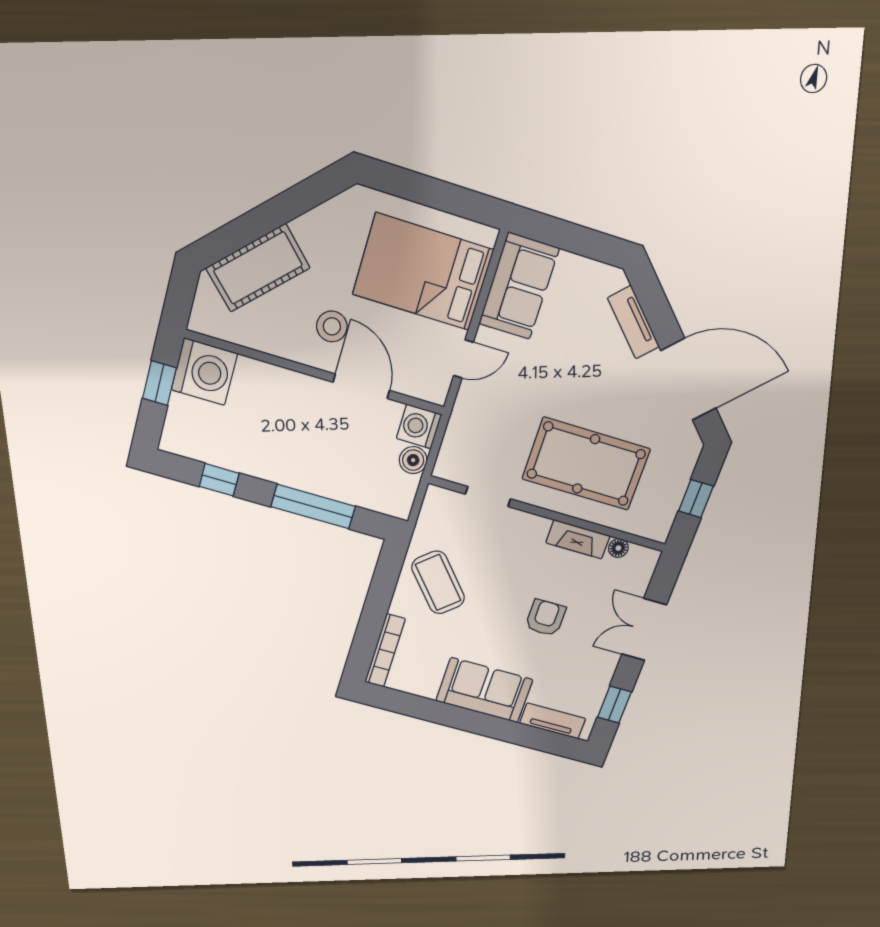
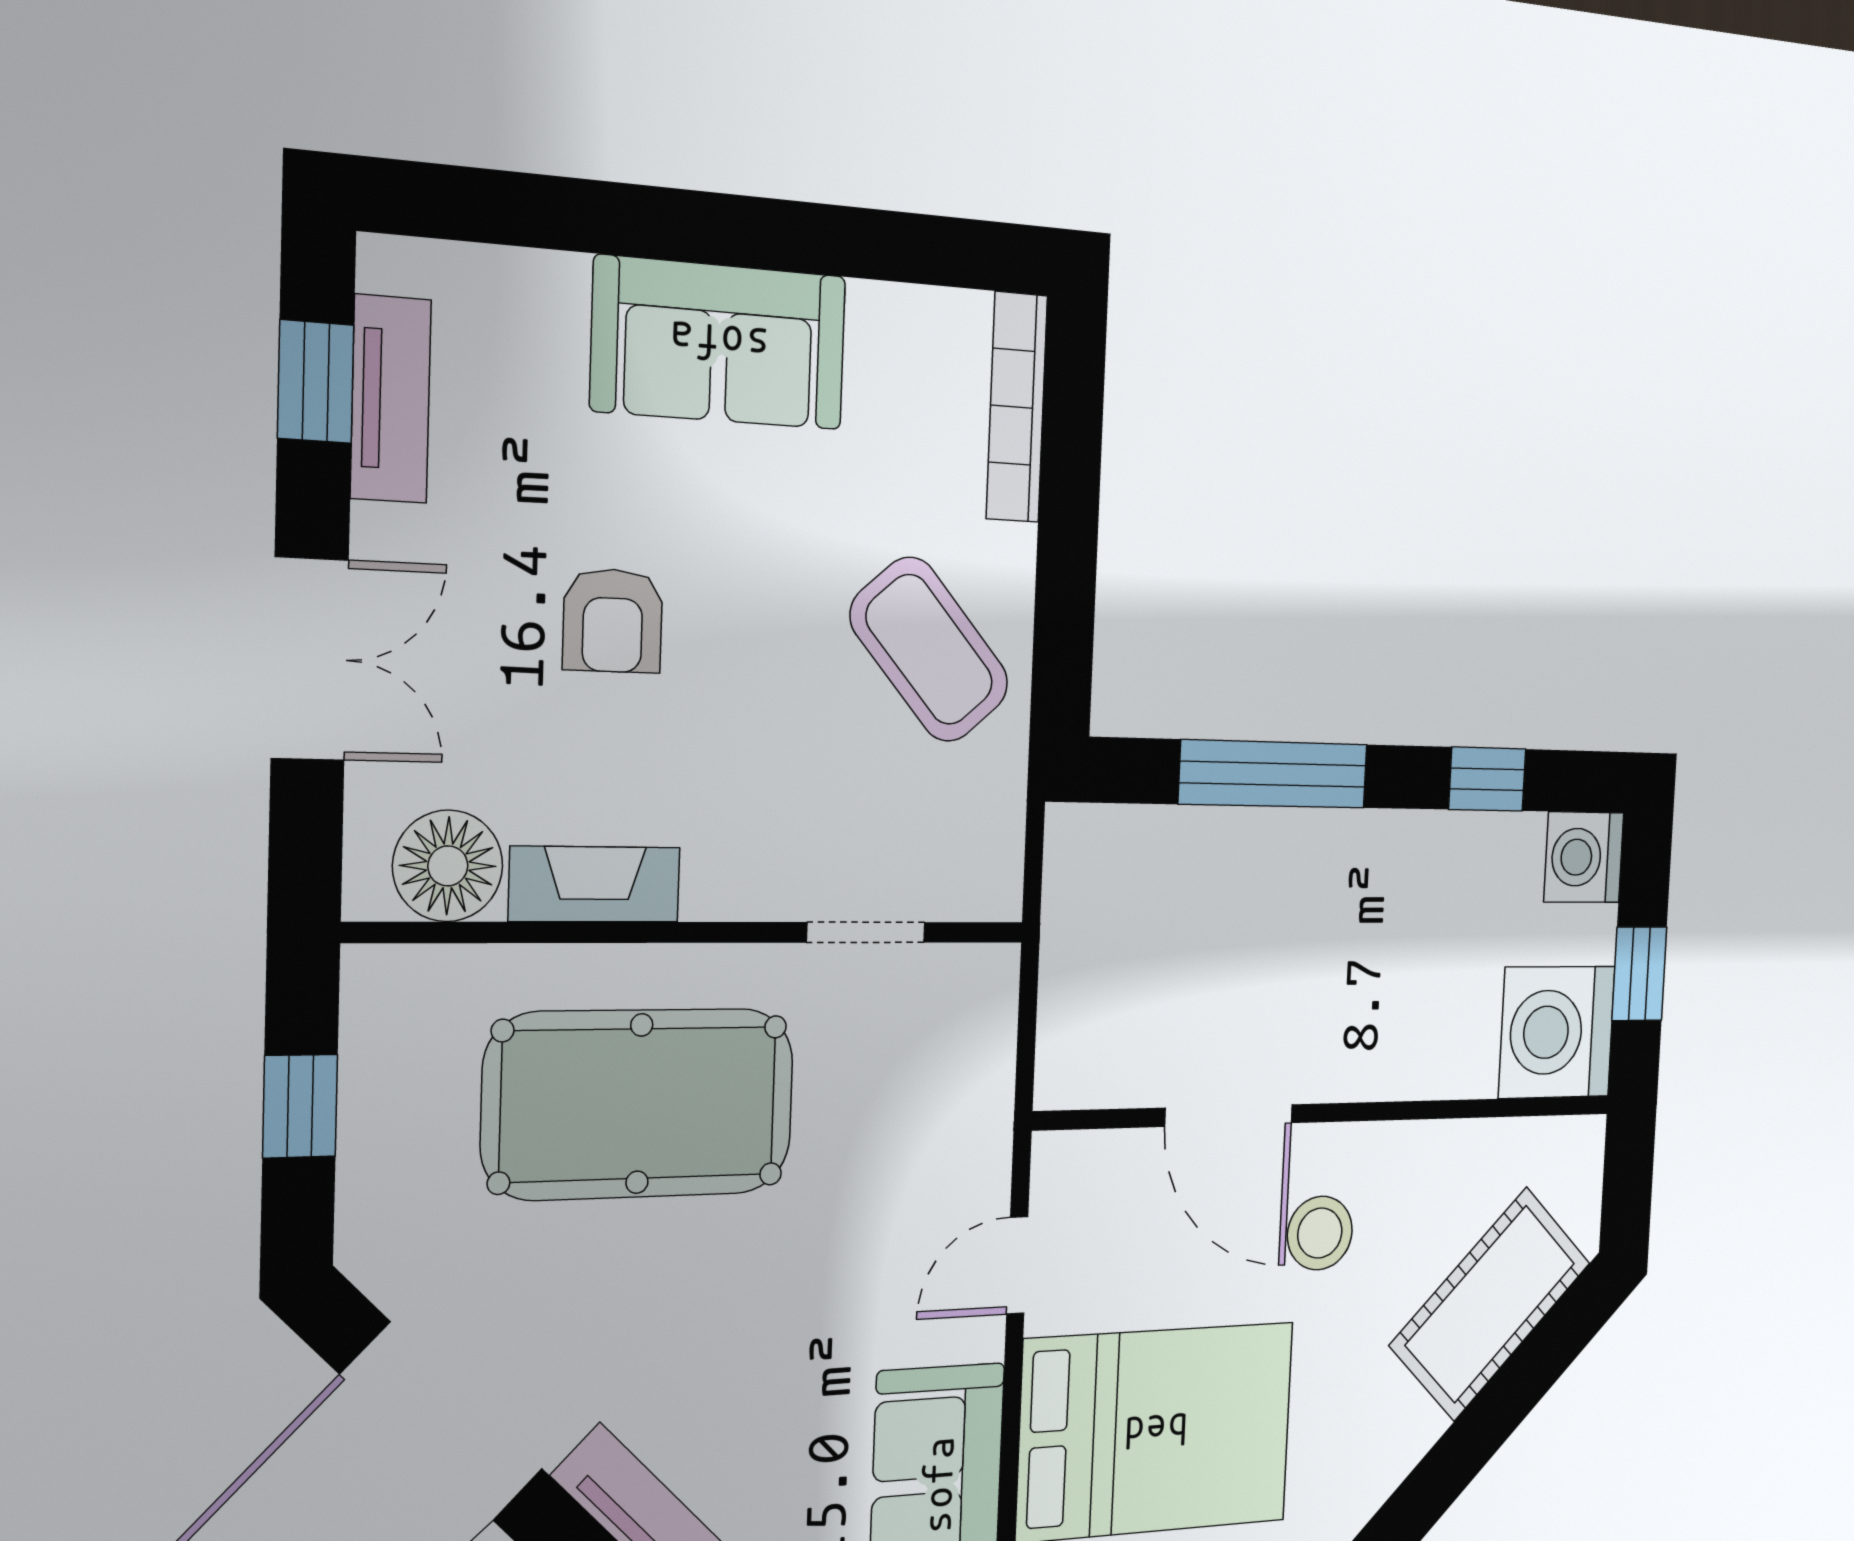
washing machine: (419, 426) -> (1584, 857), moved, turned 180
boiler: (413, 460) -> (1071, 971), removed
floor lamp: (618, 548) -> (448, 866), width x1.89, depth x1.89
tv unit: (553, 721) -> (391, 399), moved, turned -90

